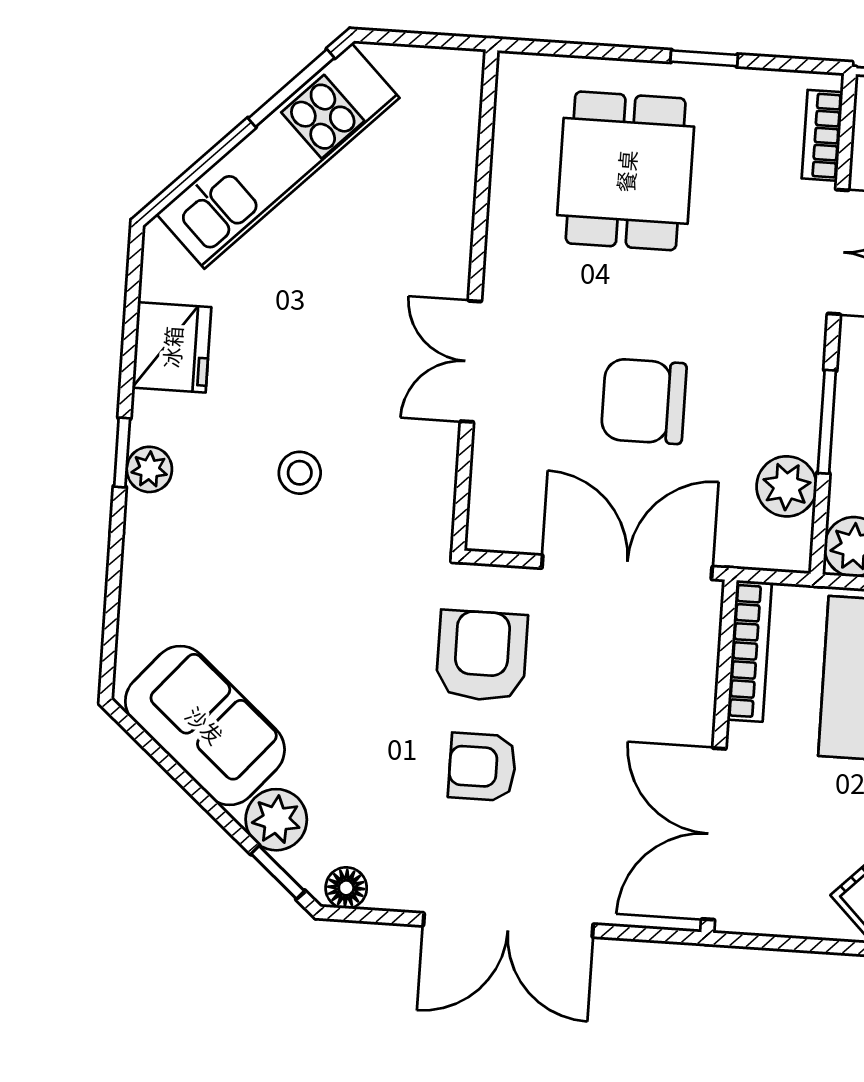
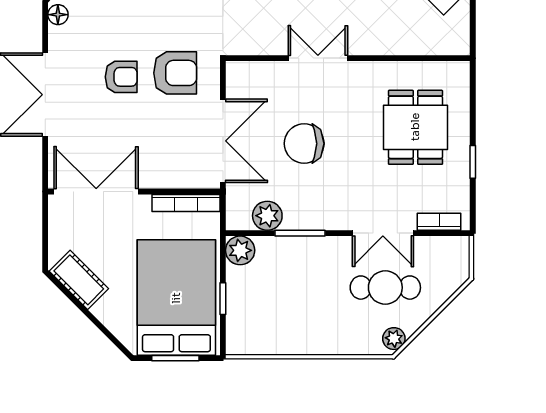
dining table: (626, 171) -> (415, 127), turned 90
chair: (644, 401) -> (304, 144), turned -90
armchair: (482, 767) -> (121, 77), turned 90

